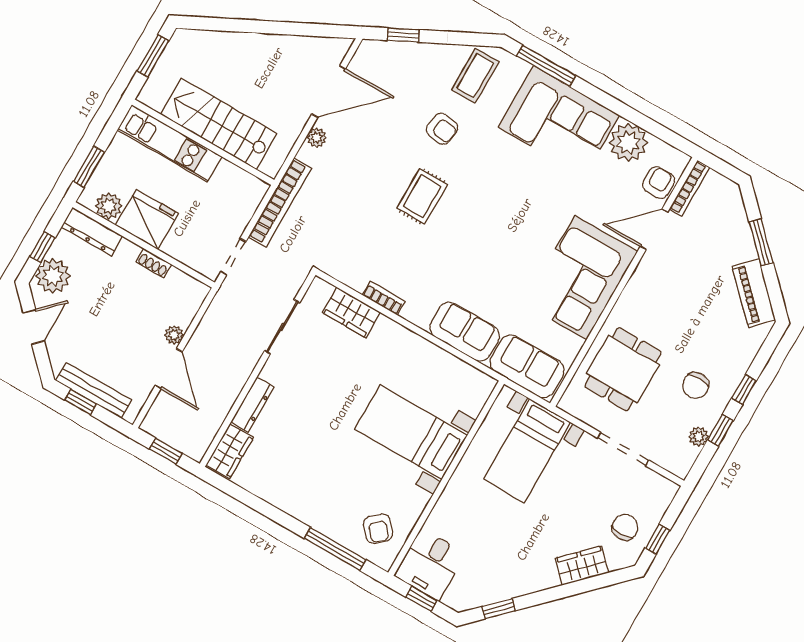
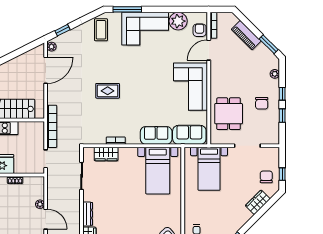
armchair: (442, 129) -> (100, 59), removed
plant: (317, 138) -> (51, 47), moved
rug: (422, 196) -> (108, 91), turned 90
window: (761, 242) -> (269, 44), moved
piano: (754, 293) -> (246, 35), moved
bed with nightstands: (411, 432) -> (158, 171), moved, turned -90
plant: (699, 437) -> (275, 74), moved

